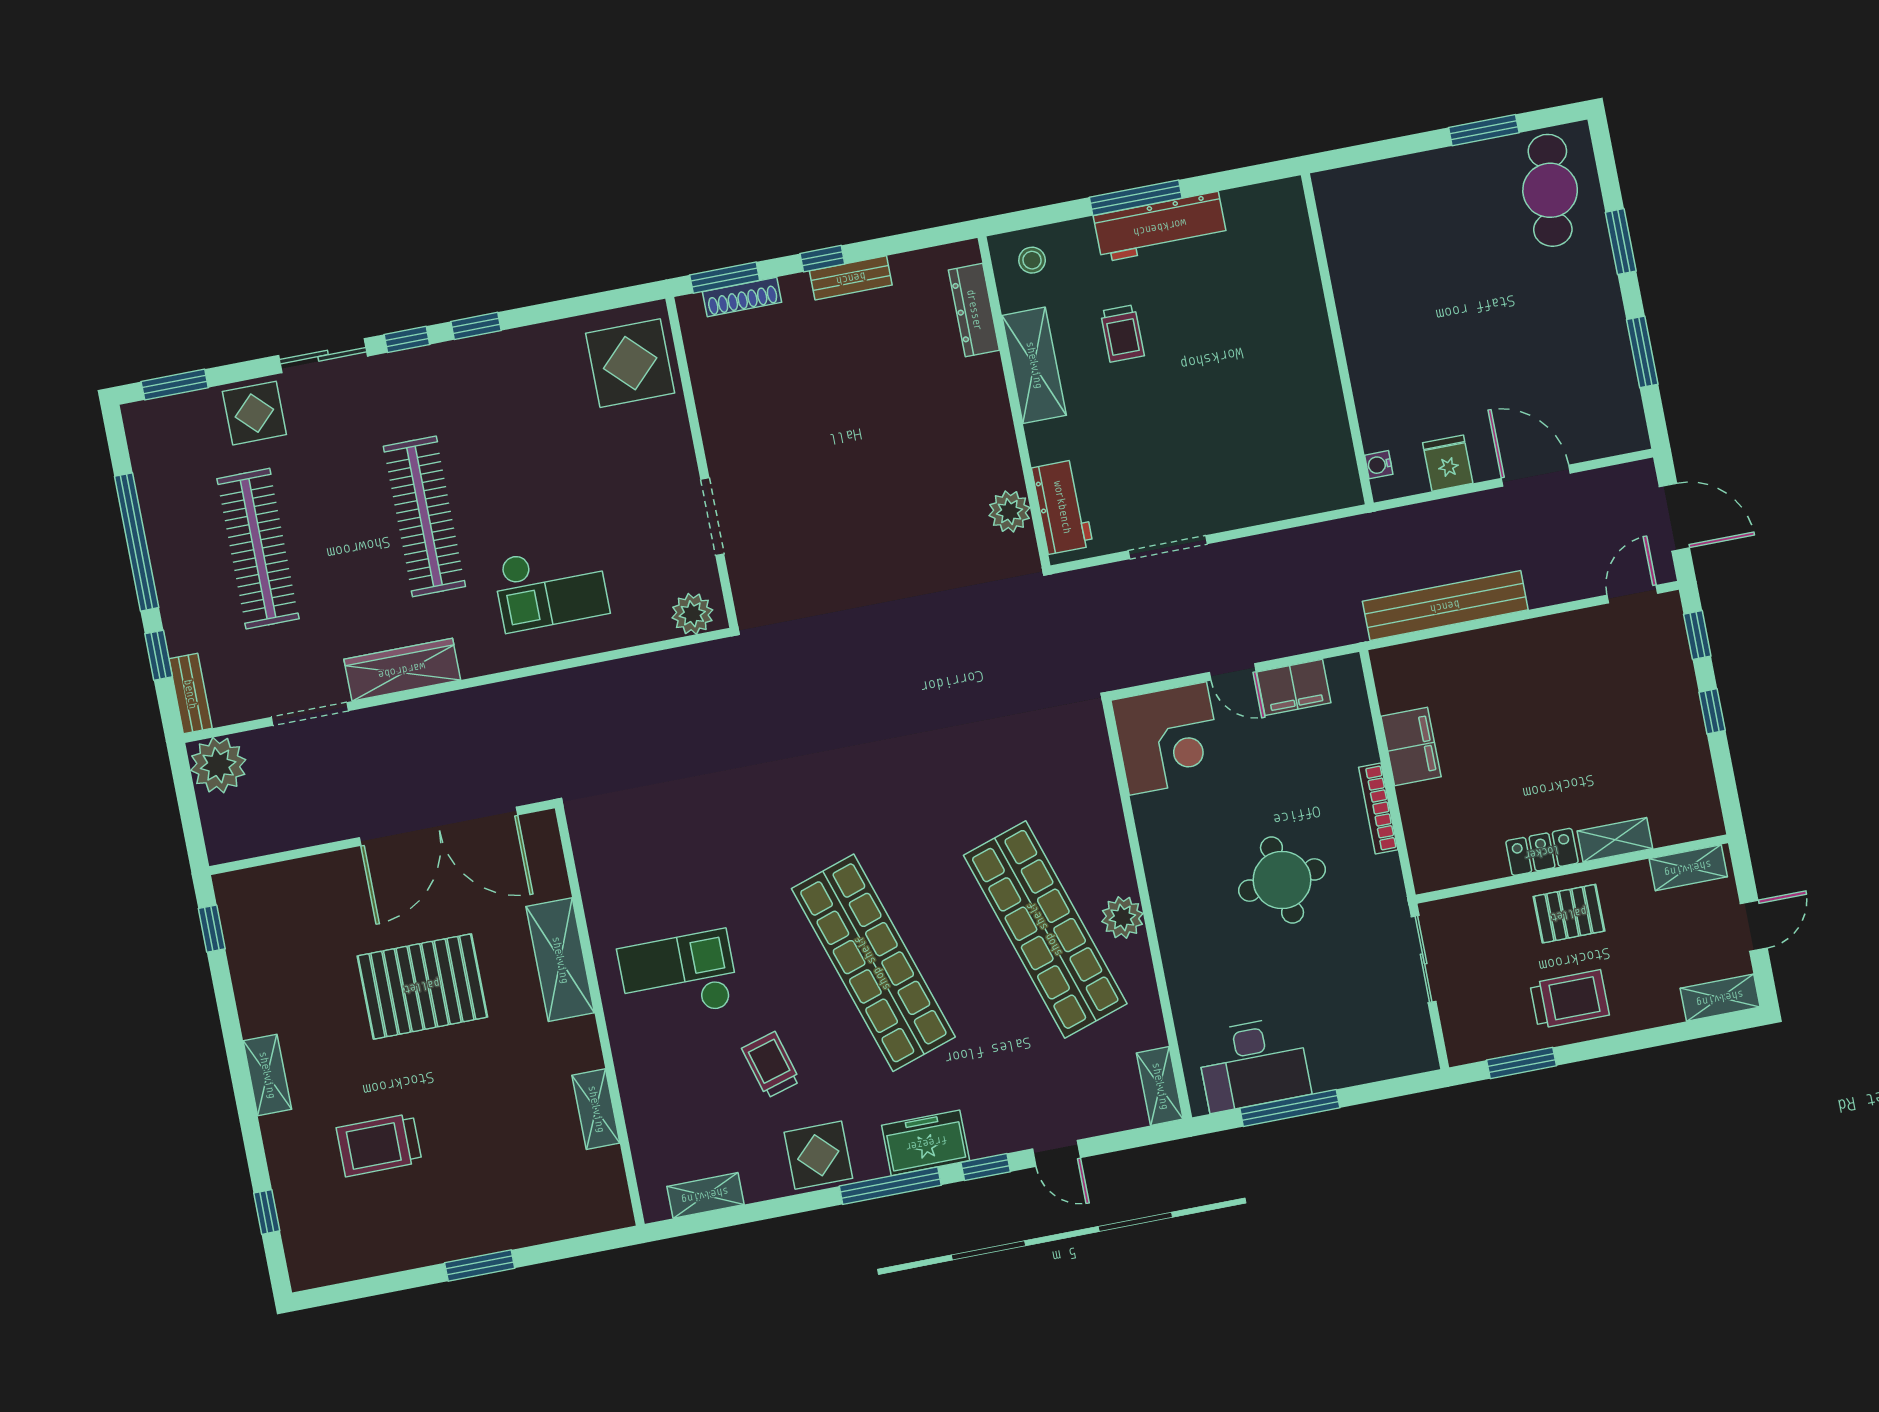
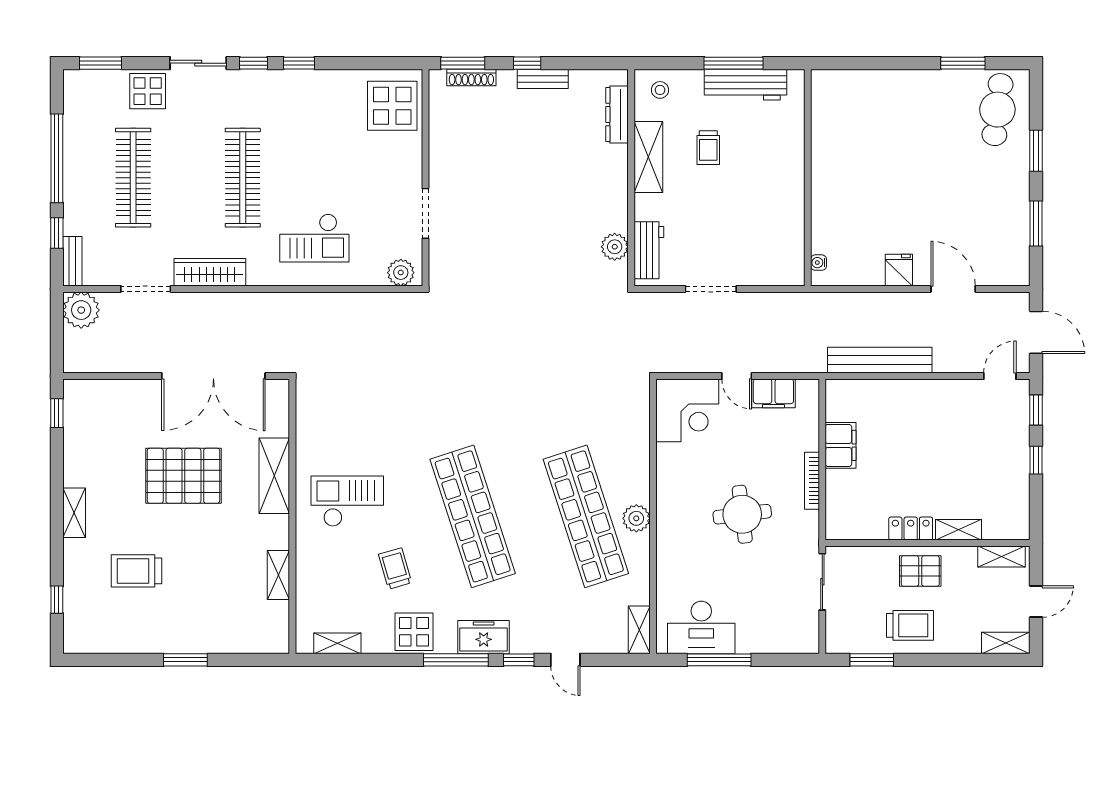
wall: (1337, 339) -> (808, 178), moved
water cooler: (1379, 465) -> (819, 263), moved

